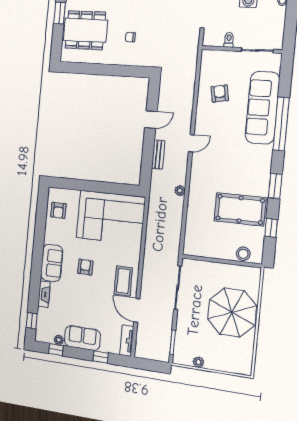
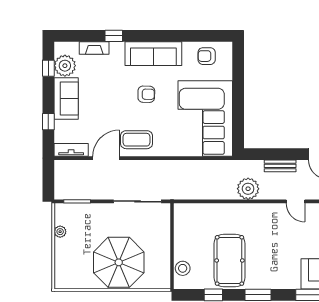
plant: (180, 191) -> (248, 189), width x1.87, depth x1.87
sofa: (52, 263) -> (153, 54), width x1.36
fireplace: (44, 294) -> (94, 48), moved
window: (32, 321) -> (114, 36), moved
plant: (59, 340) -> (65, 66), width x1.88, depth x1.88

